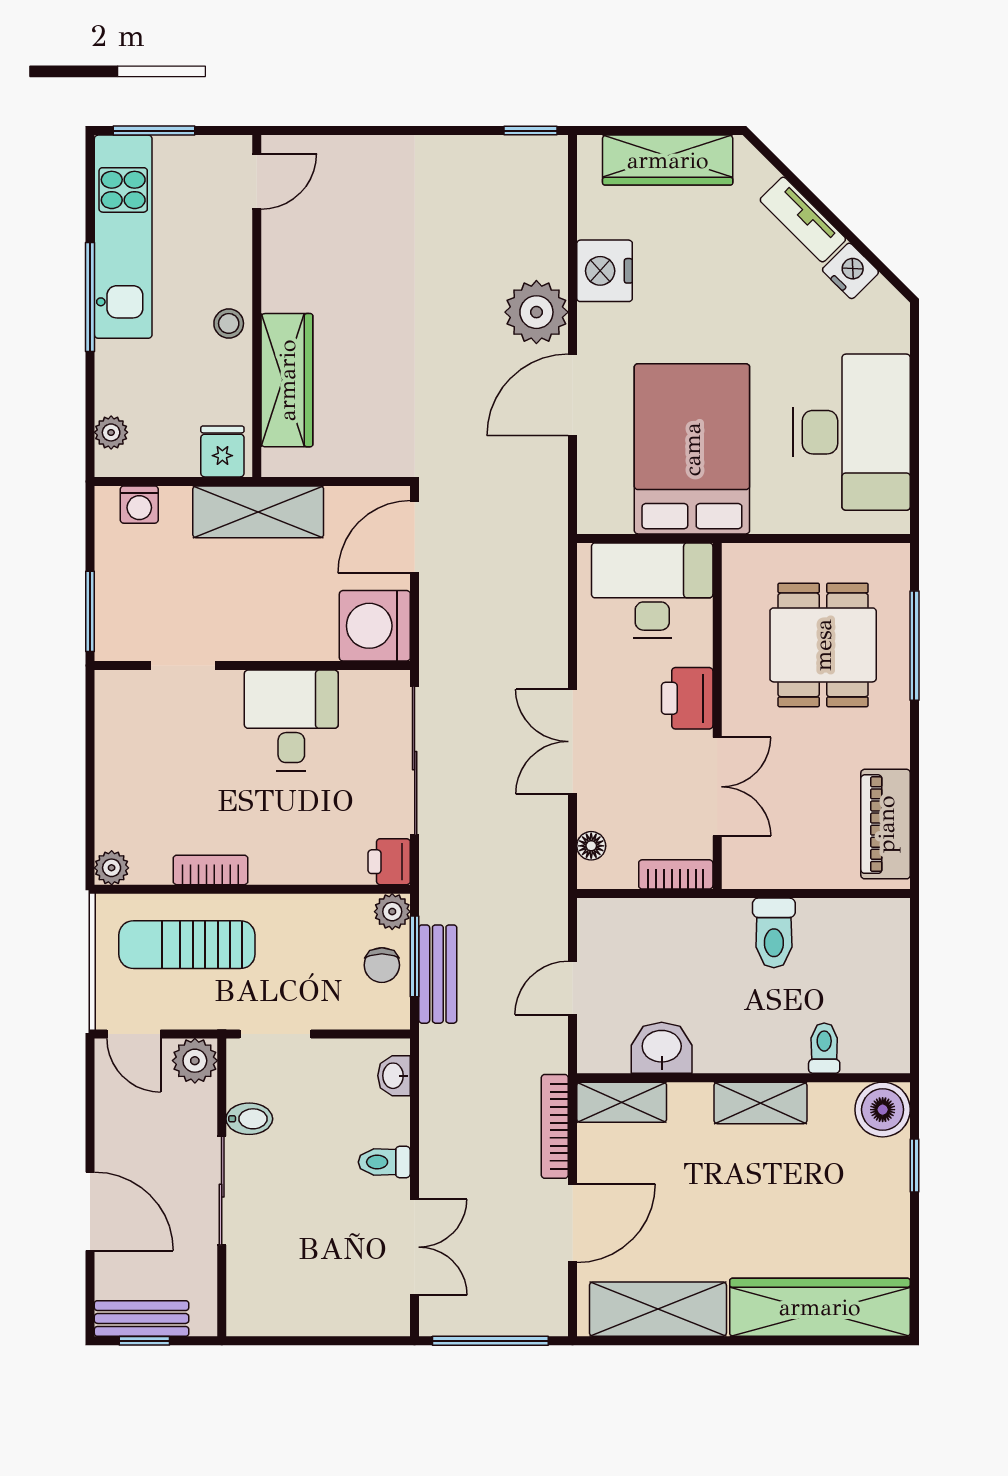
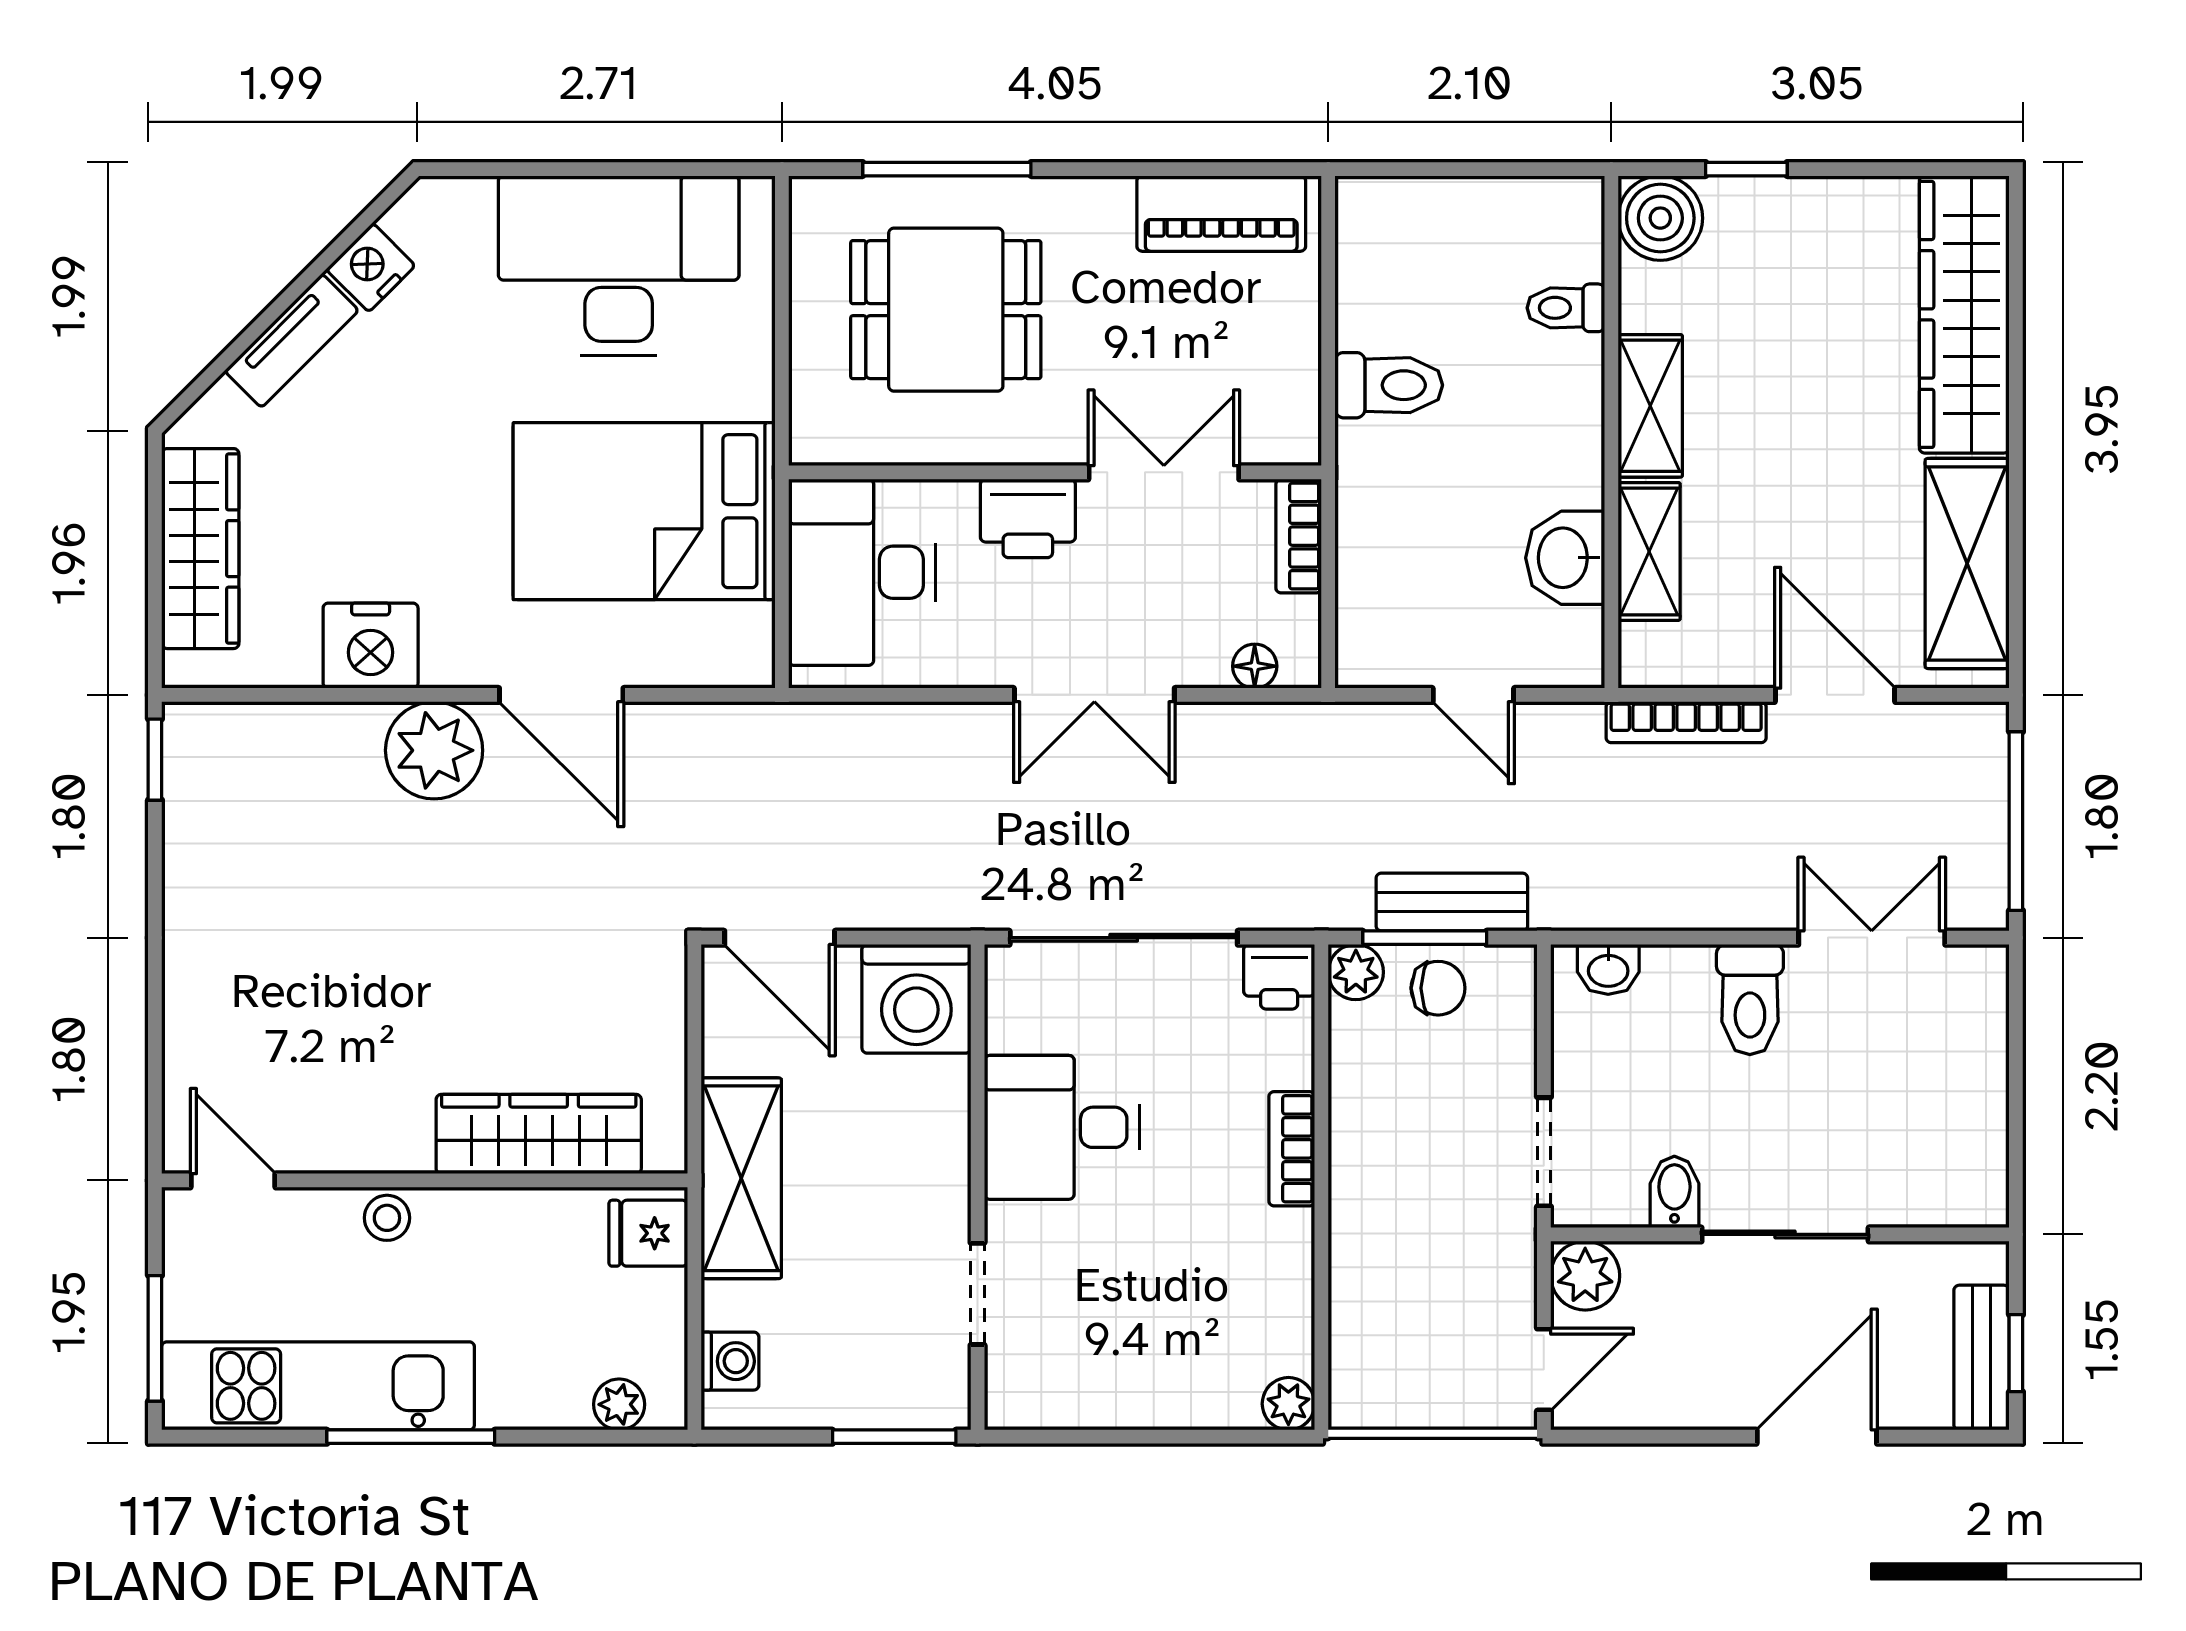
stool: (229, 323) -> (387, 1218), moved
bookcase: (211, 870) -> (1292, 1149), moved
sun lounger: (187, 945) -> (1407, 1288), removed
shelving: (622, 1102) -> (1649, 551), moved
toilet: (384, 1162) -> (1750, 1000), width x1.37, depth x1.39

